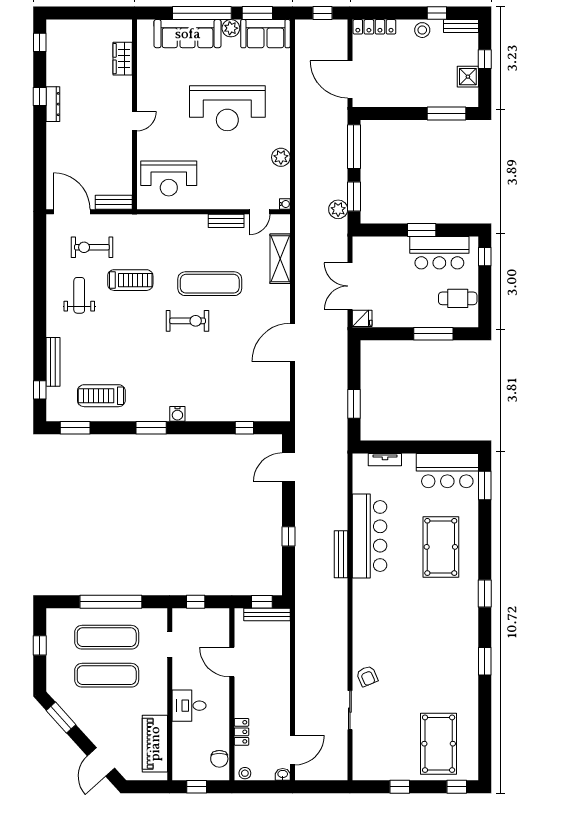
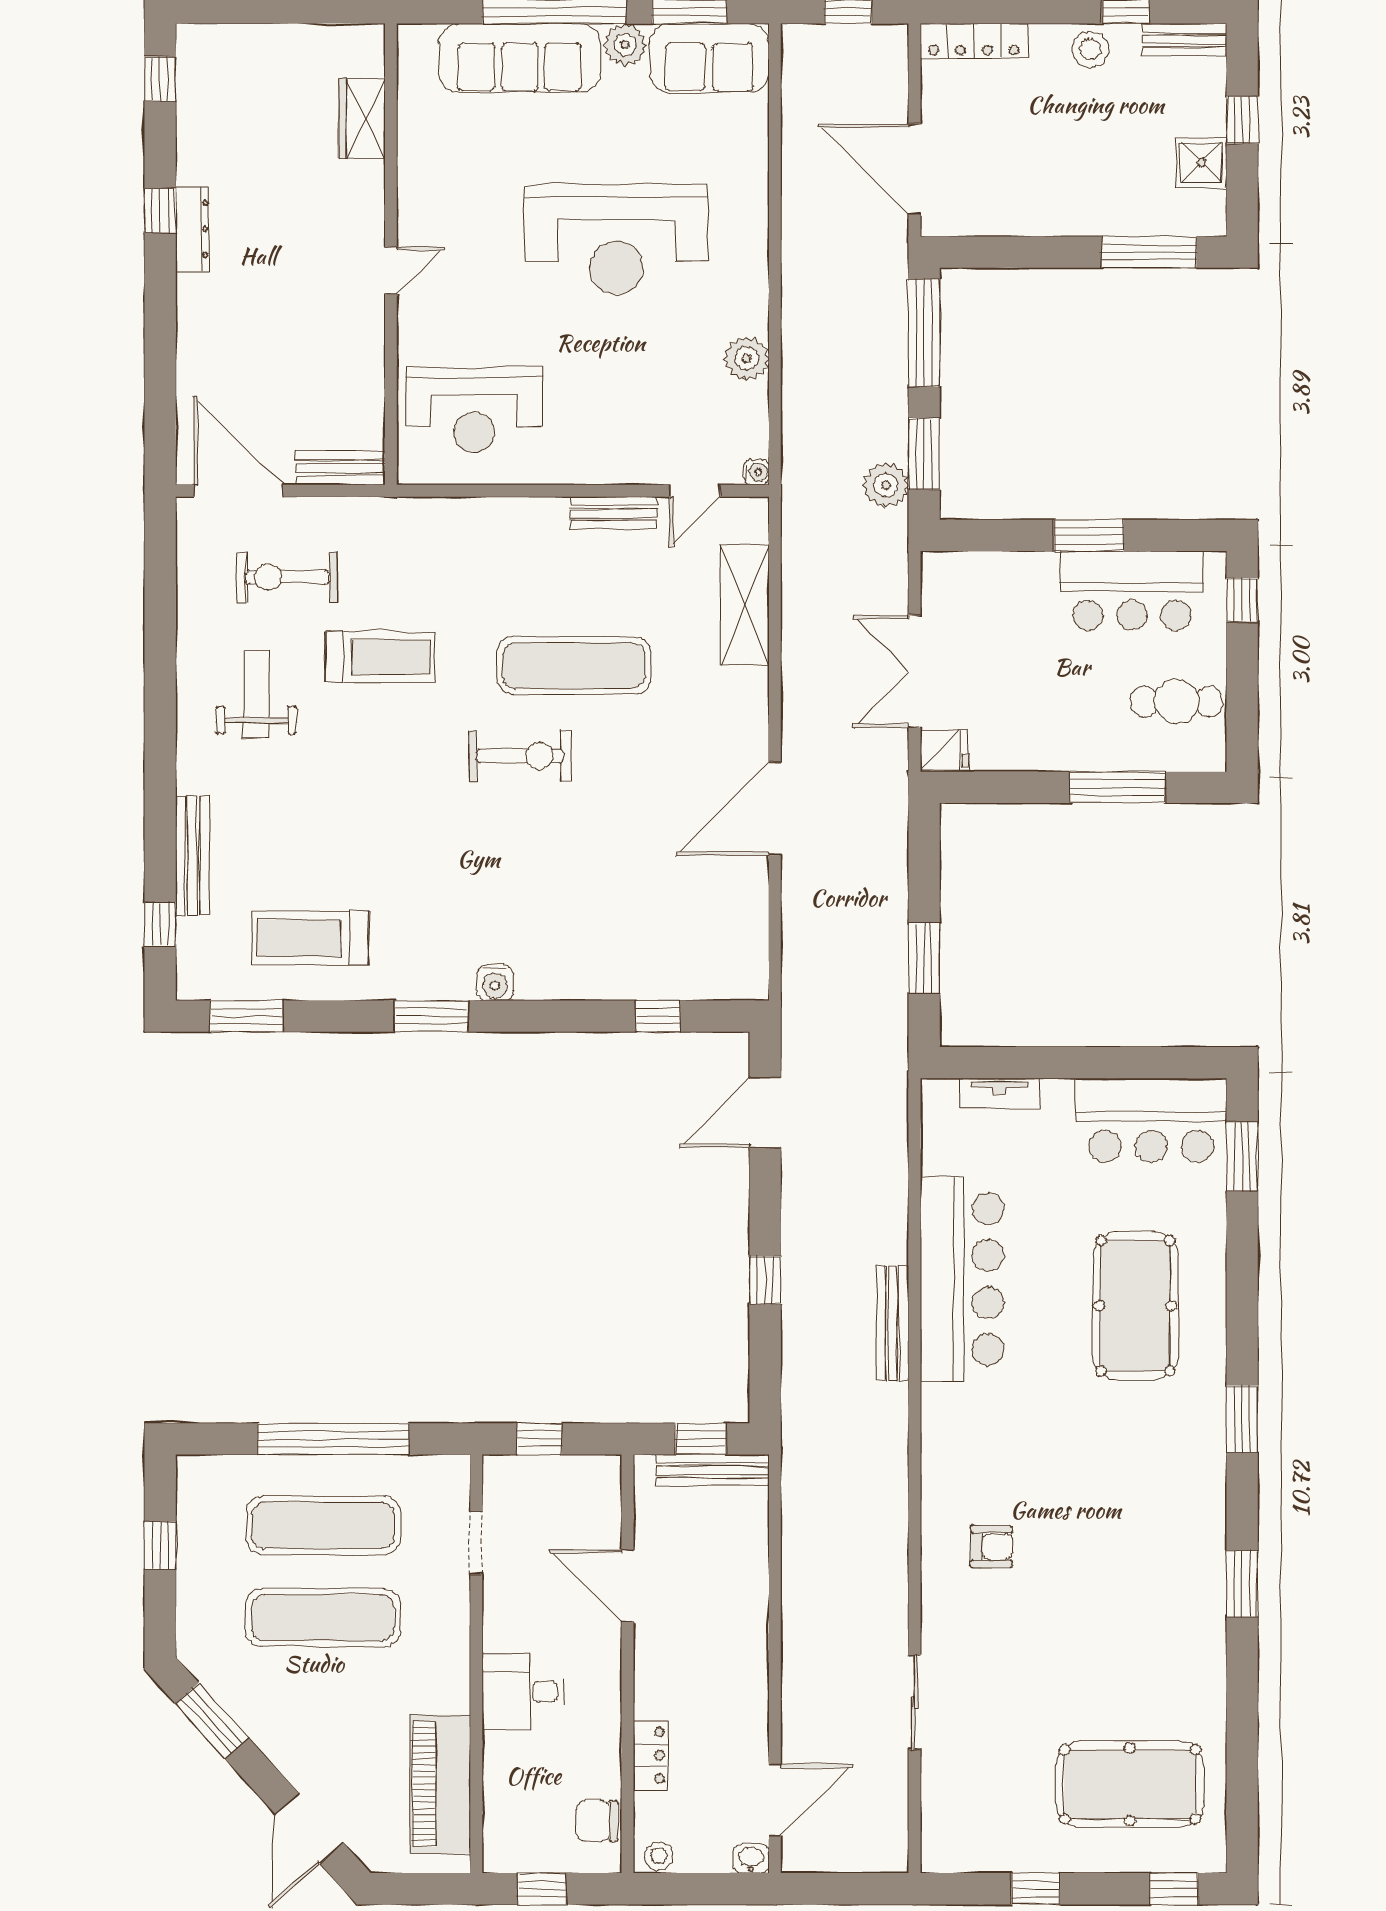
armchair: (367, 676) -> (992, 1547), moved, turned -67
pool table: (439, 744) -> (1130, 1784), turned 90
chair: (219, 759) -> (597, 1821), turned 90

